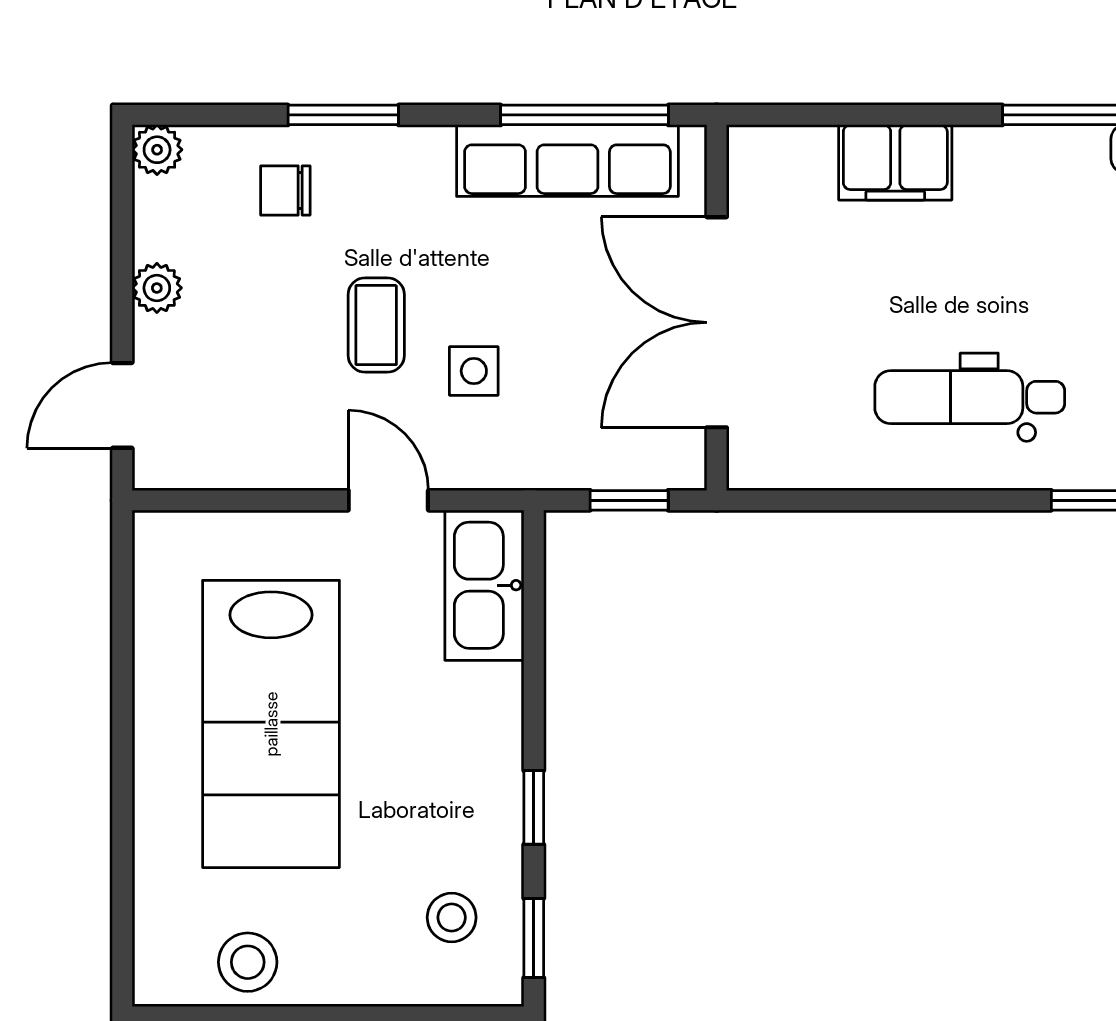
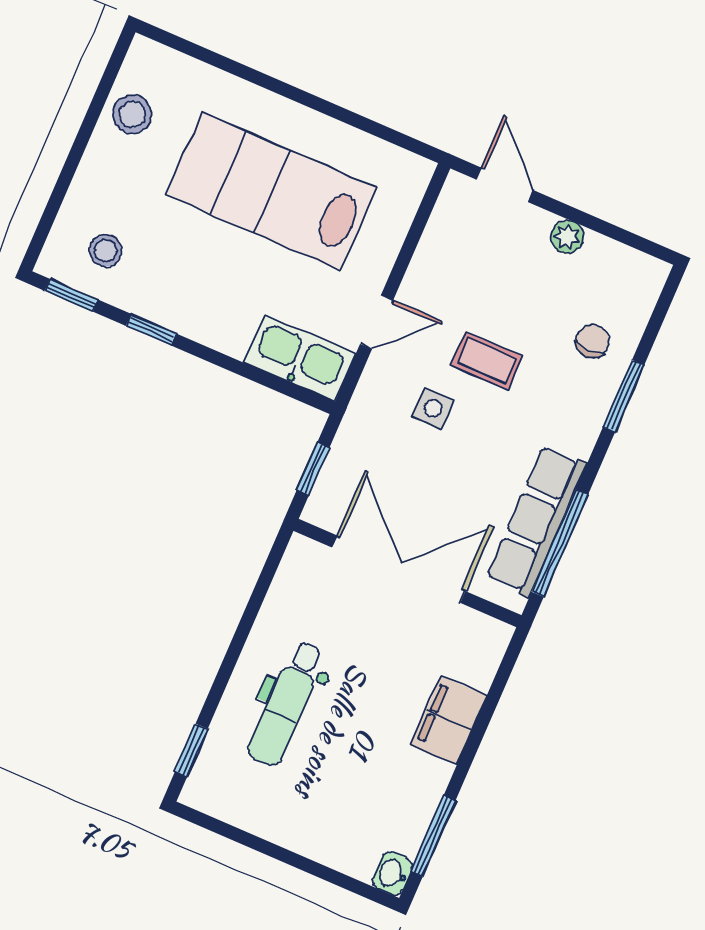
plant: (157, 150) -> (651, 273), removed
dental chair: (970, 397) -> (286, 704), turned 180

